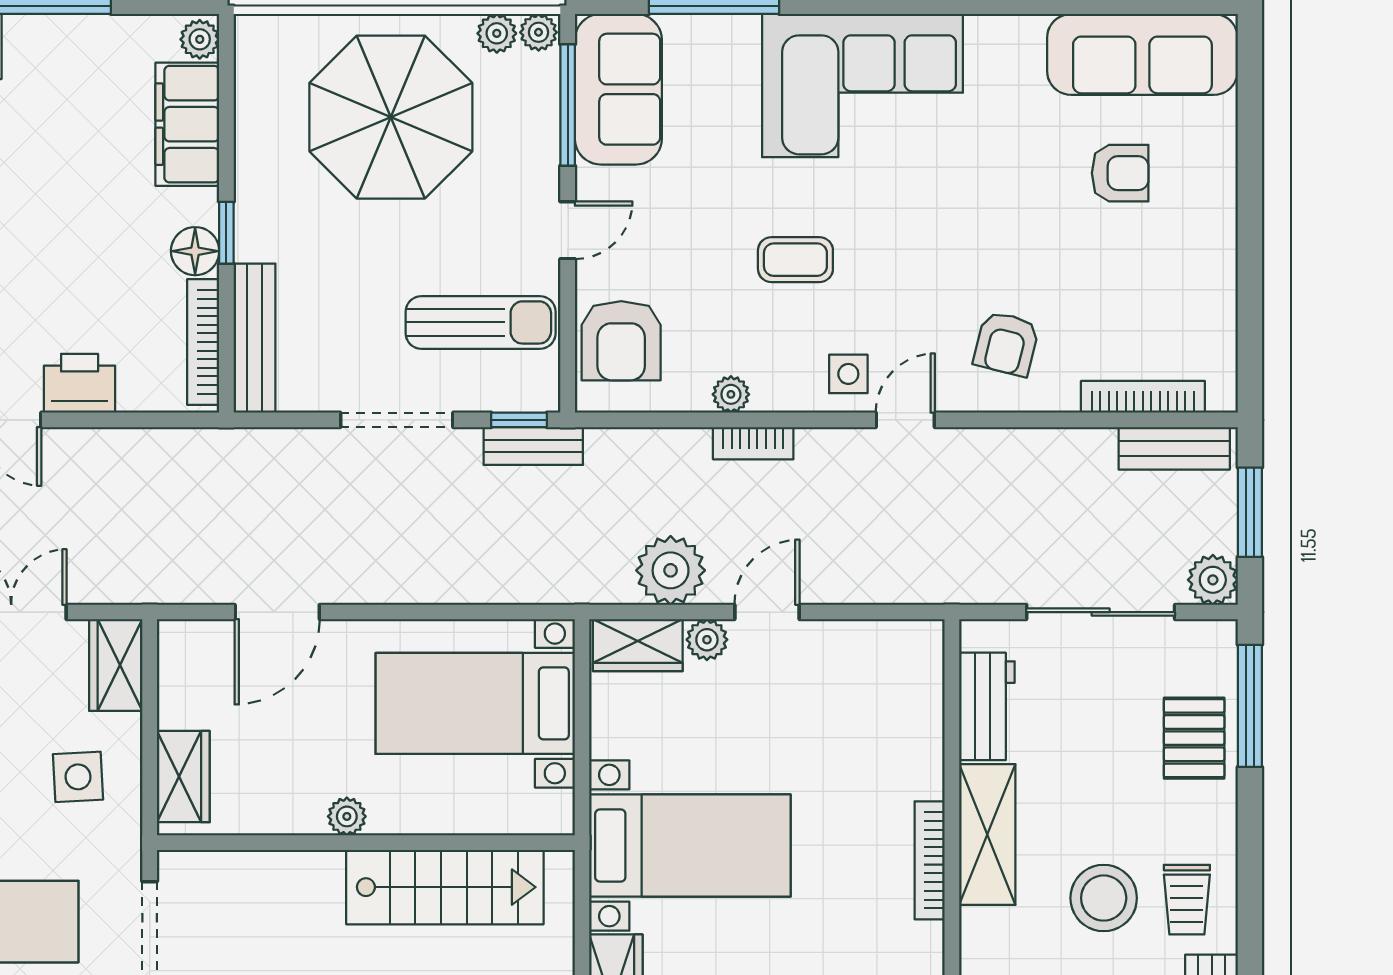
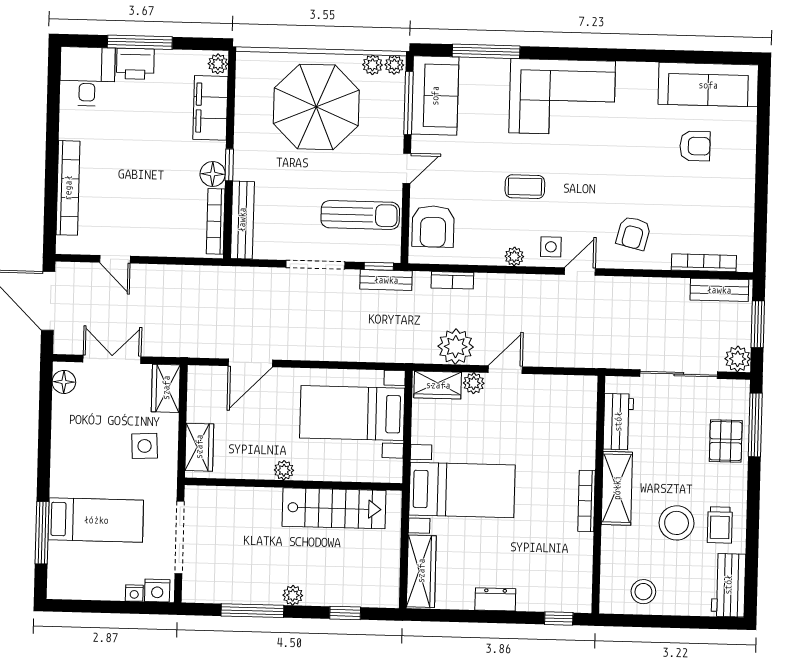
printer: (80, 383) -> (135, 64), moved, turned 180
plant: (731, 394) -> (514, 256), moved
bookcase: (753, 443) -> (452, 280), moved

